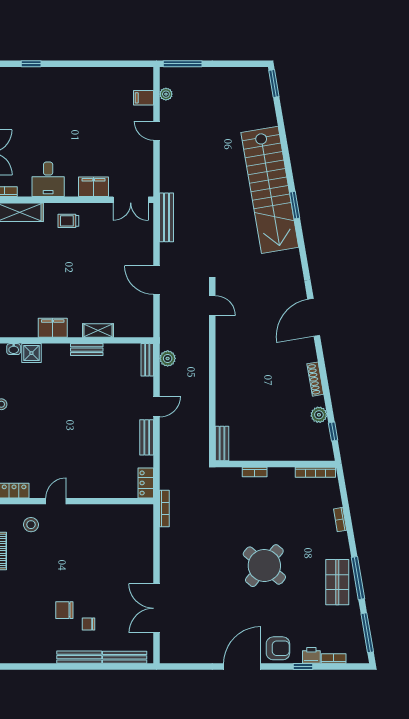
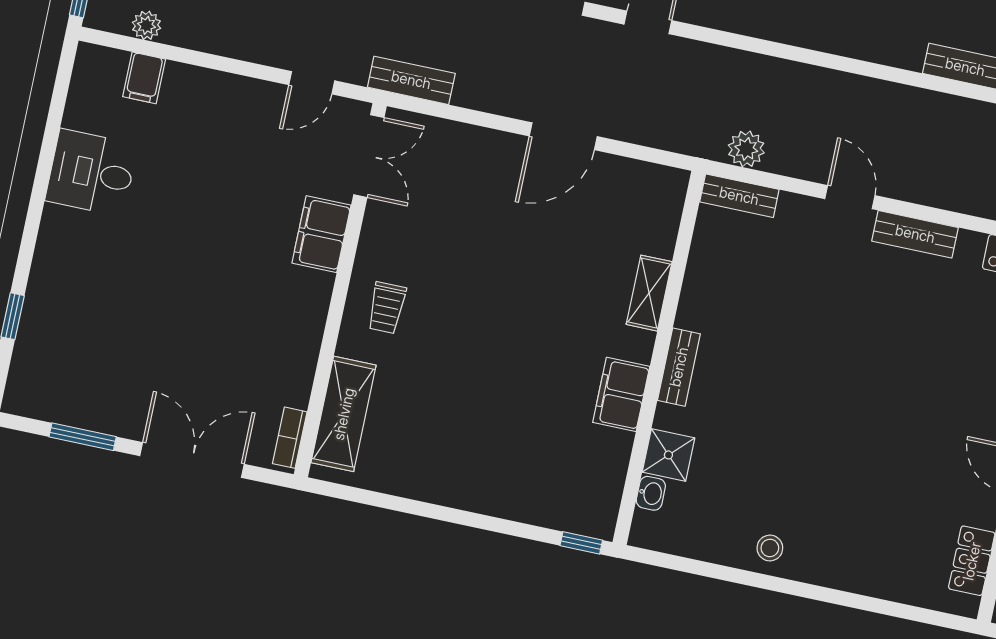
door: (157, 131) -> (312, 83), moved
desk: (48, 179) -> (91, 173), moved, turned 180
bench: (167, 217) -> (411, 80), width x0.73
bench: (87, 350) -> (679, 367), moved

